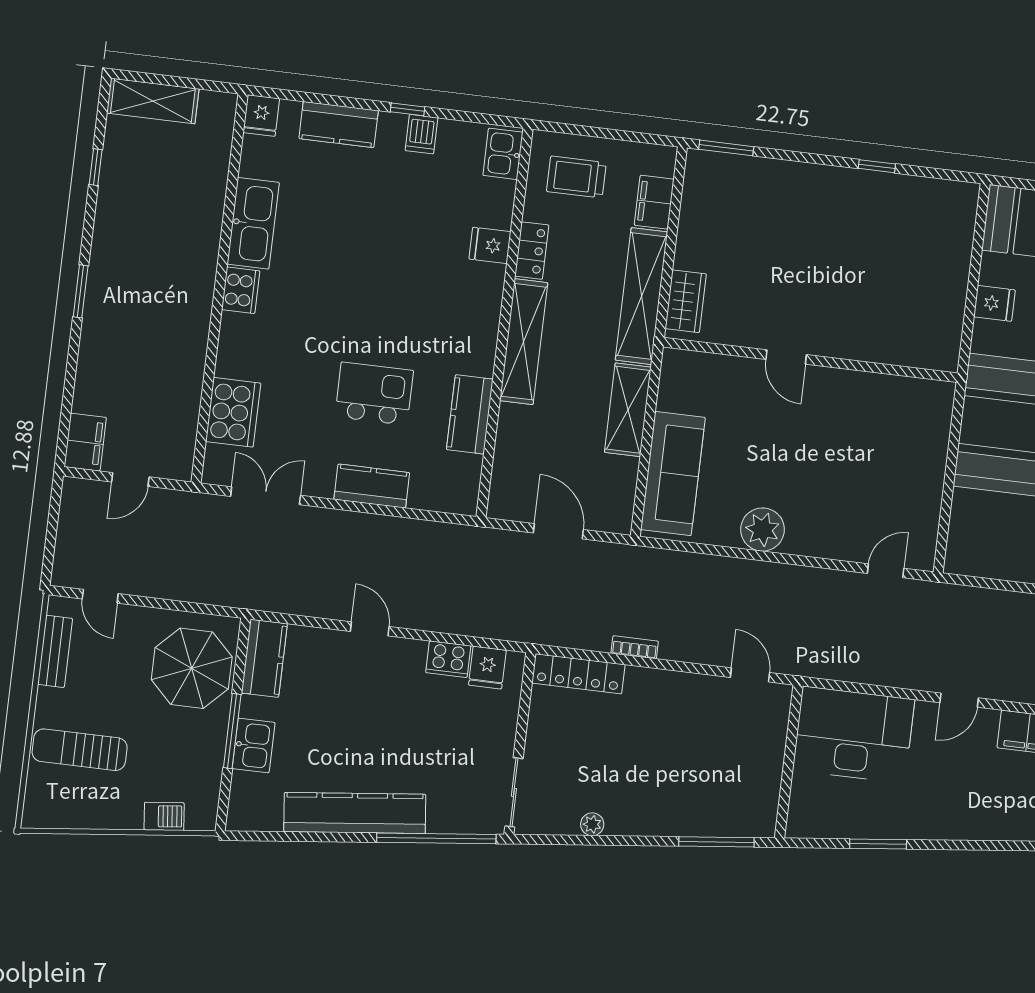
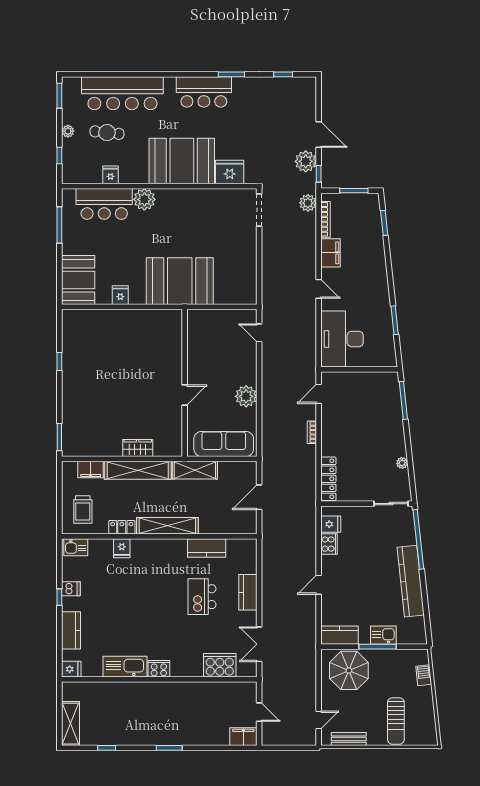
door: (786, 357) -> (185, 395), moved
wall: (810, 360) -> (185, 383), moved
bookcase: (635, 647) -> (312, 432), moved

